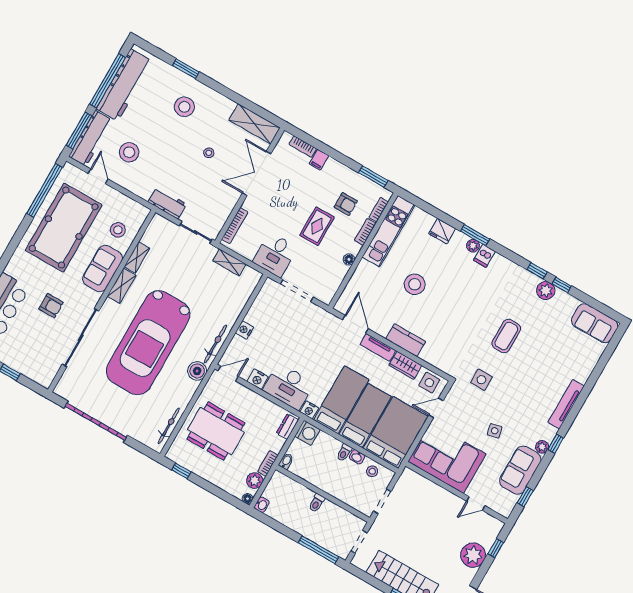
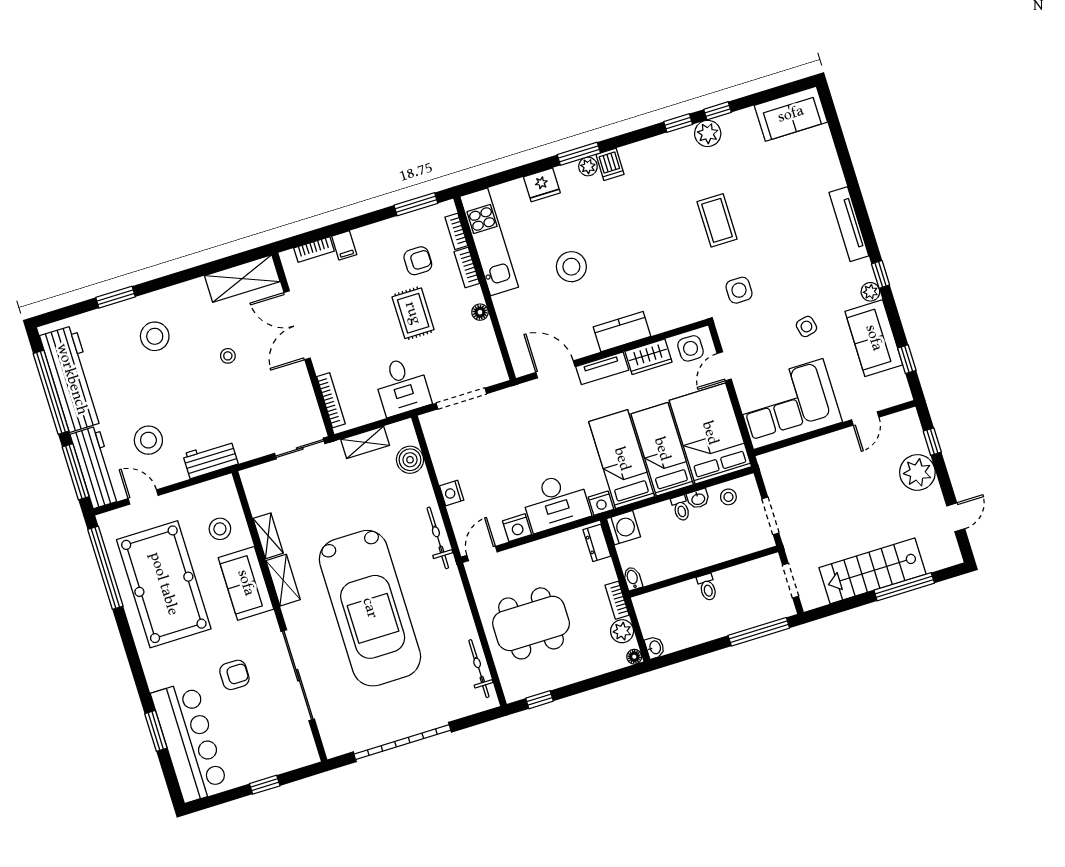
workbench: (167, 203) -> (210, 459), moved
boiler: (197, 371) -> (410, 460), moved

